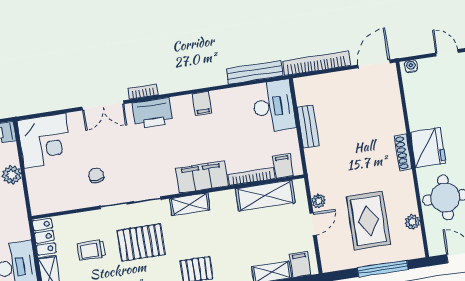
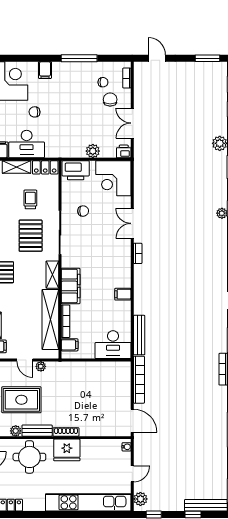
printer: (153, 113) -> (76, 170), moved, turned -90
bench: (308, 126) -> (37, 431), moved
shelving: (265, 196) -> (50, 319), width x1.47

